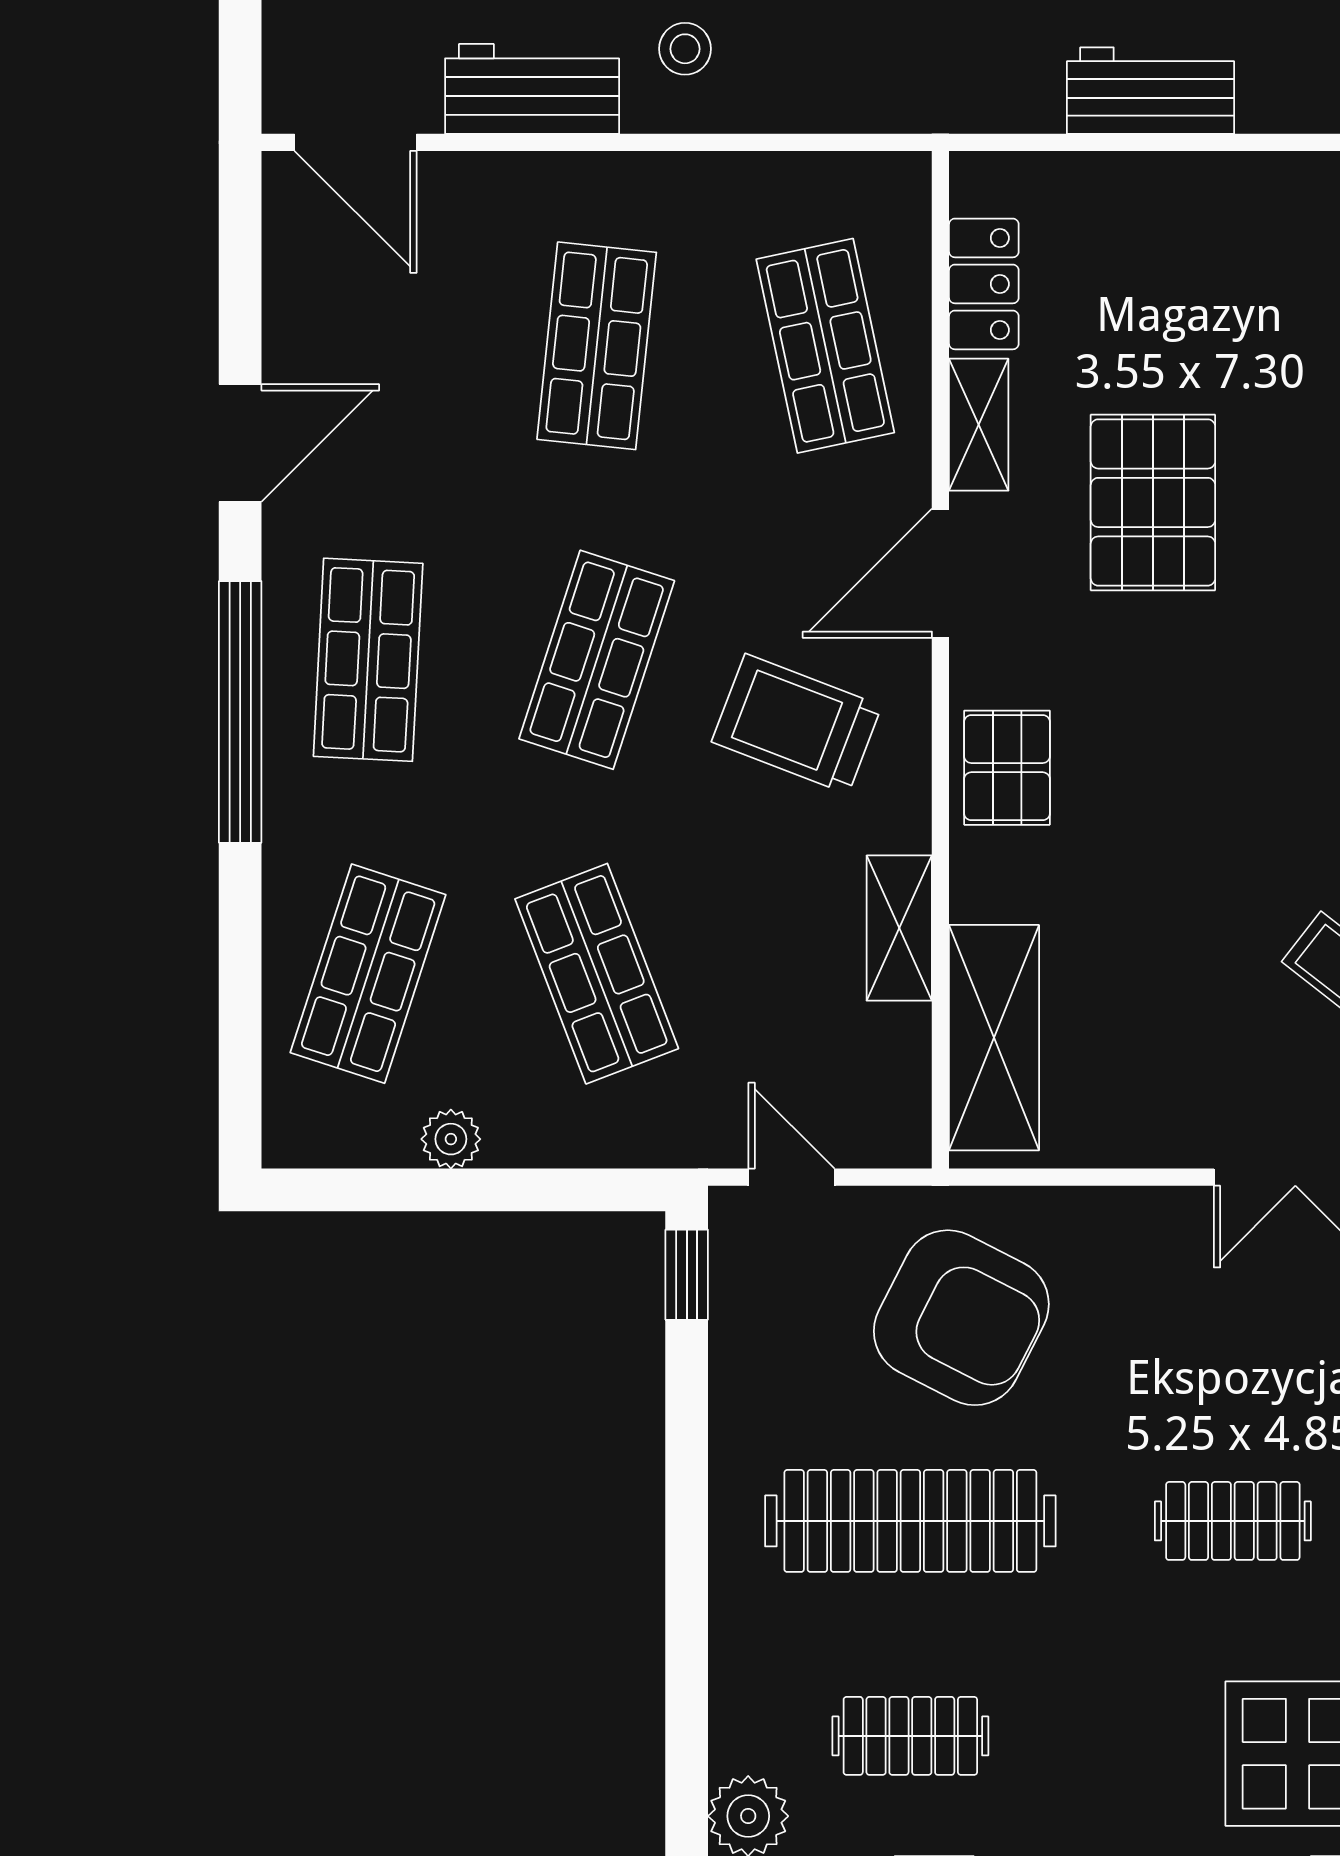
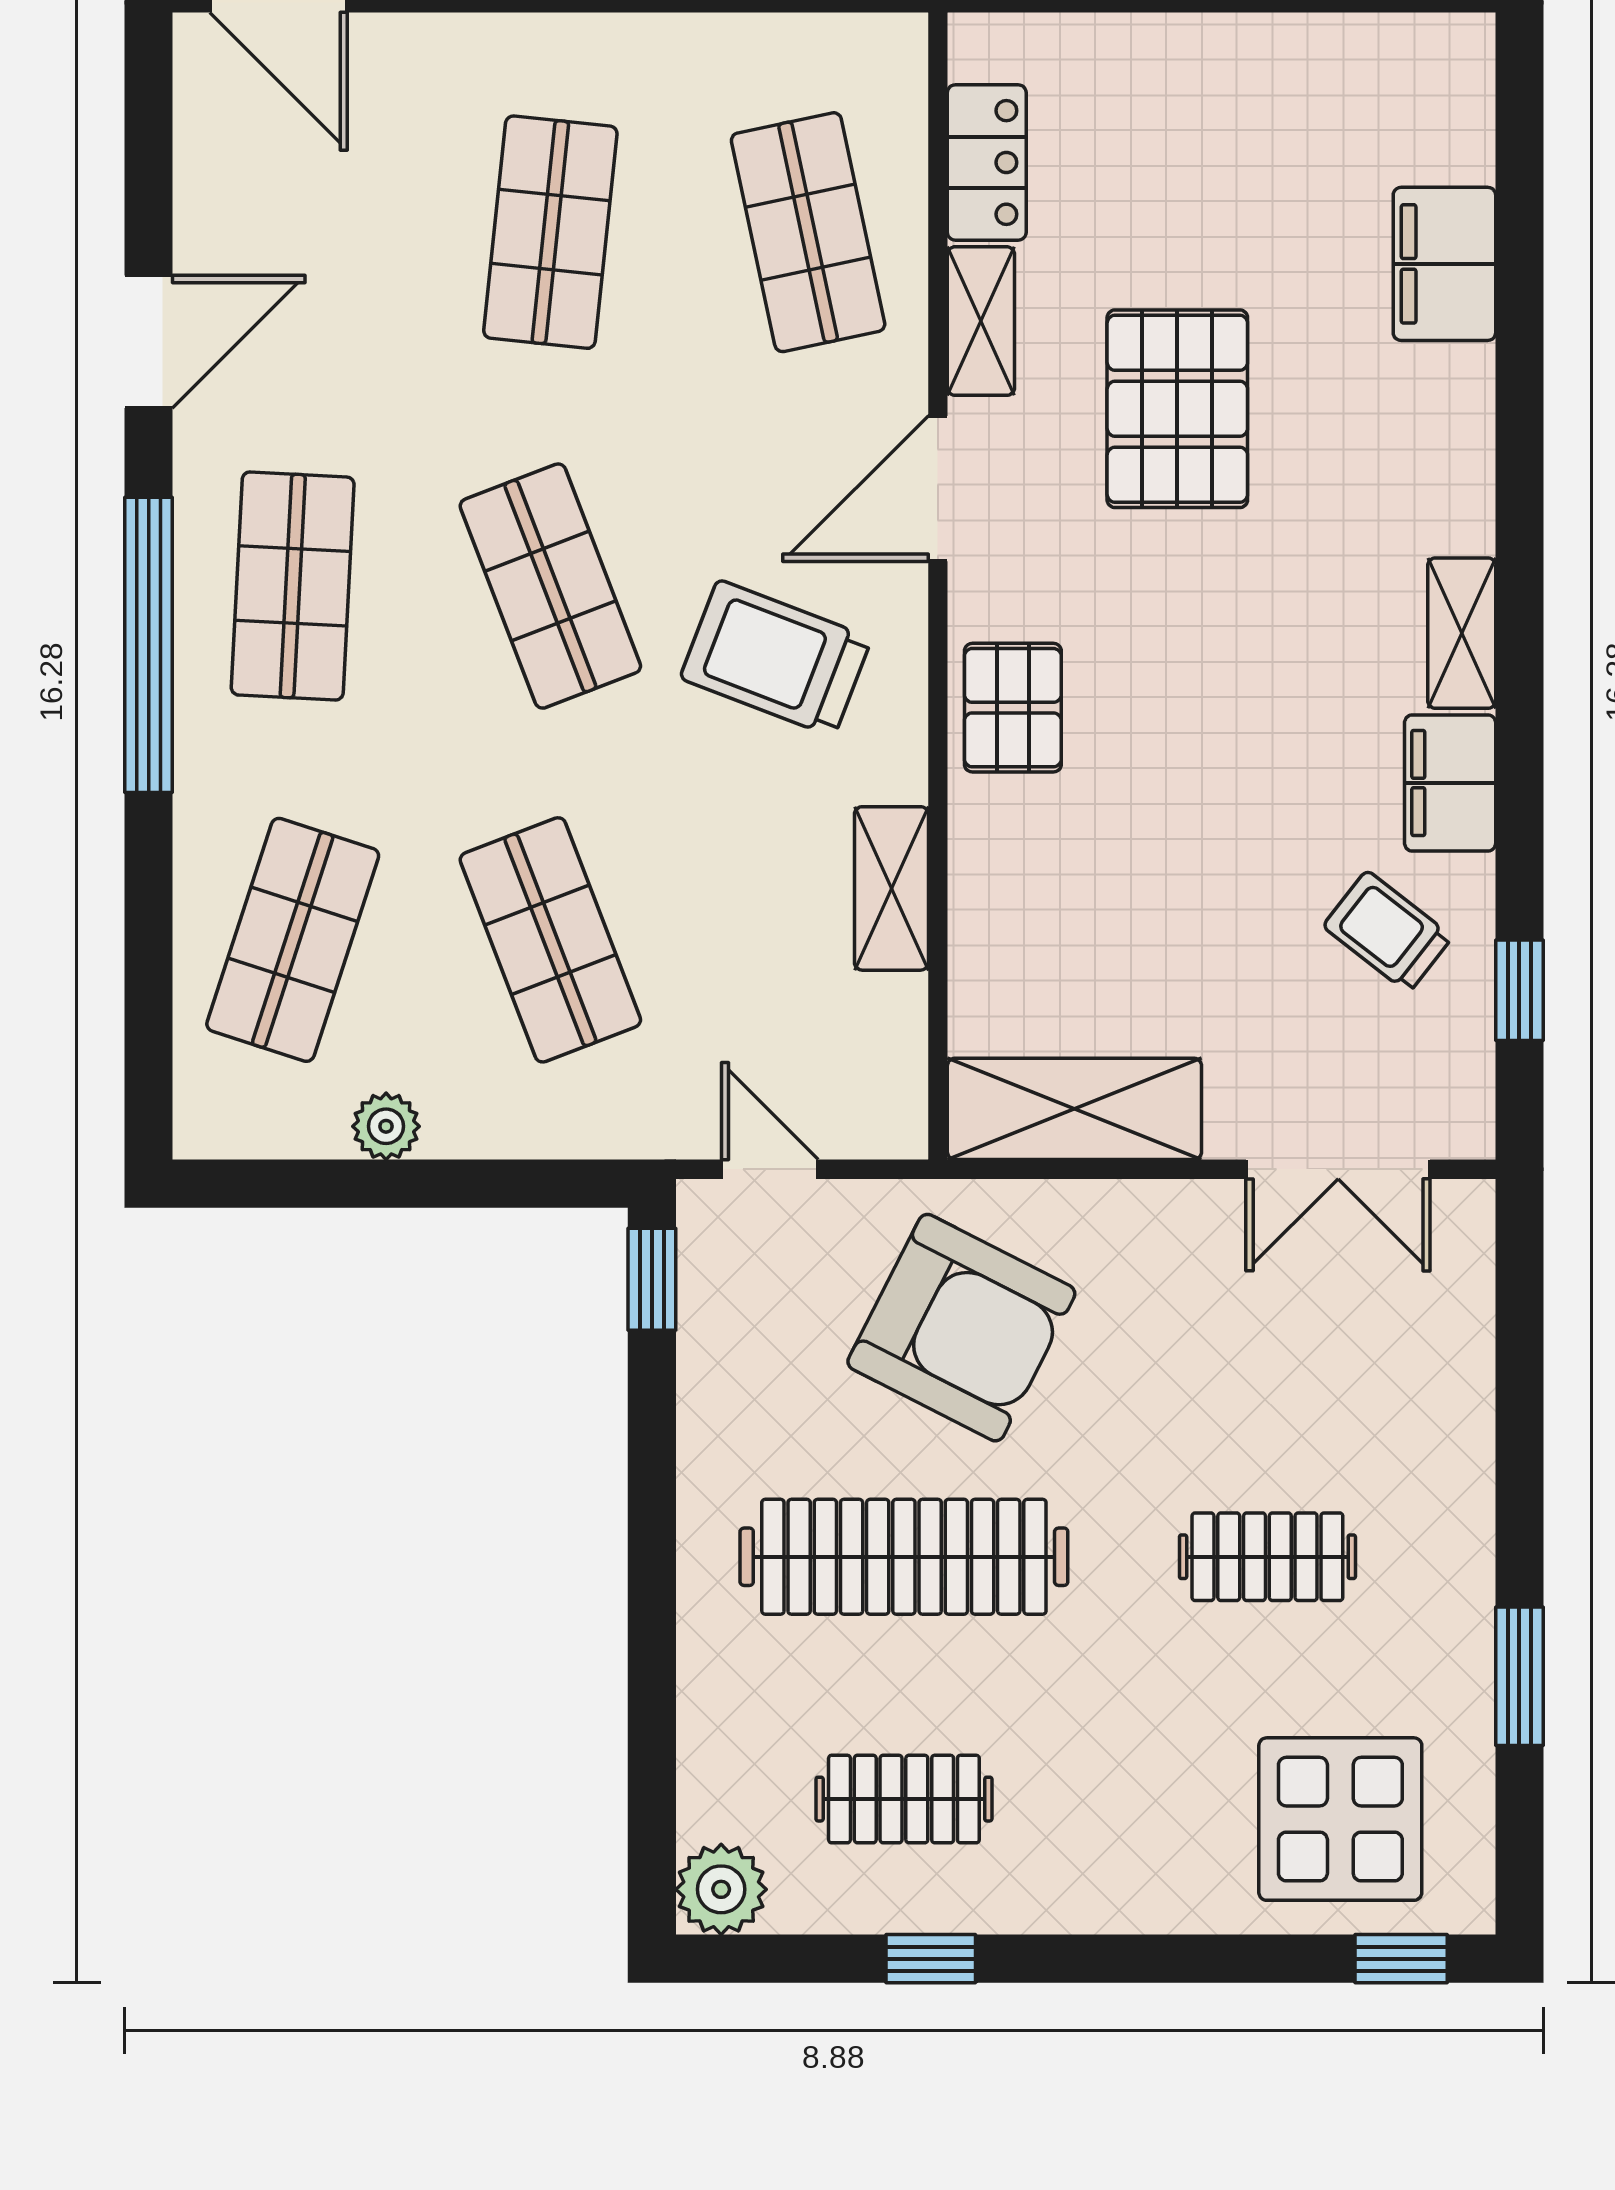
shop shelf: (597, 660) -> (550, 586), turned -39
shelving: (994, 1038) -> (1074, 1109), moved, turned 90

